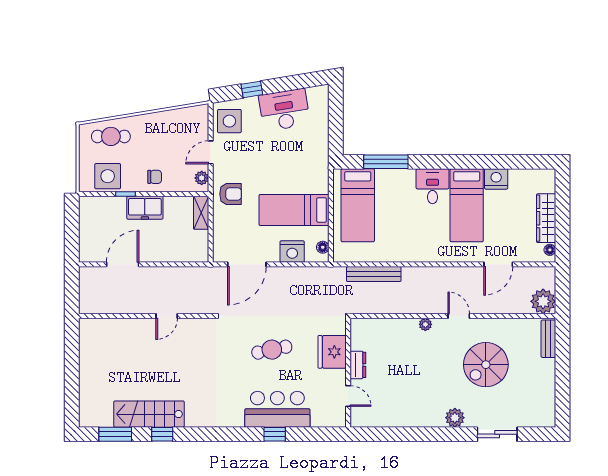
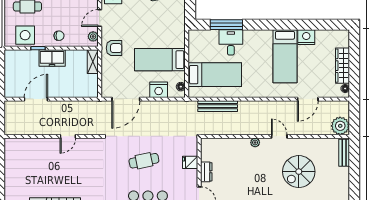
desk: (433, 186) -> (231, 42), moved
bed: (358, 205) -> (215, 75), moved, turned -90
fridge: (332, 352) -> (190, 162), width x0.53, depth x0.75

